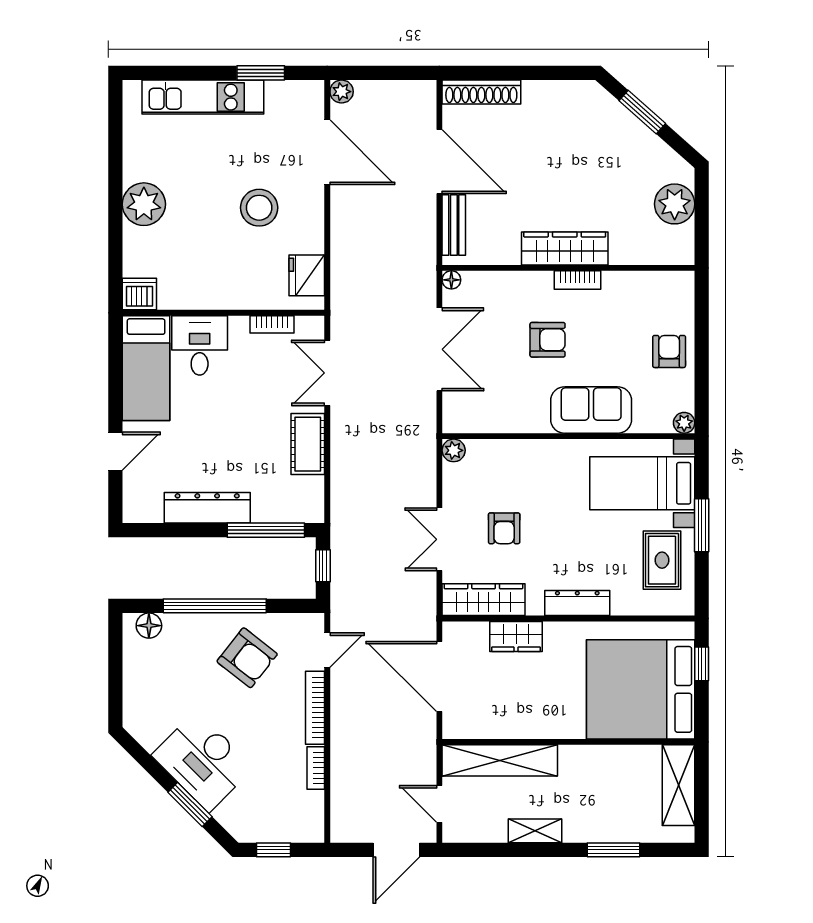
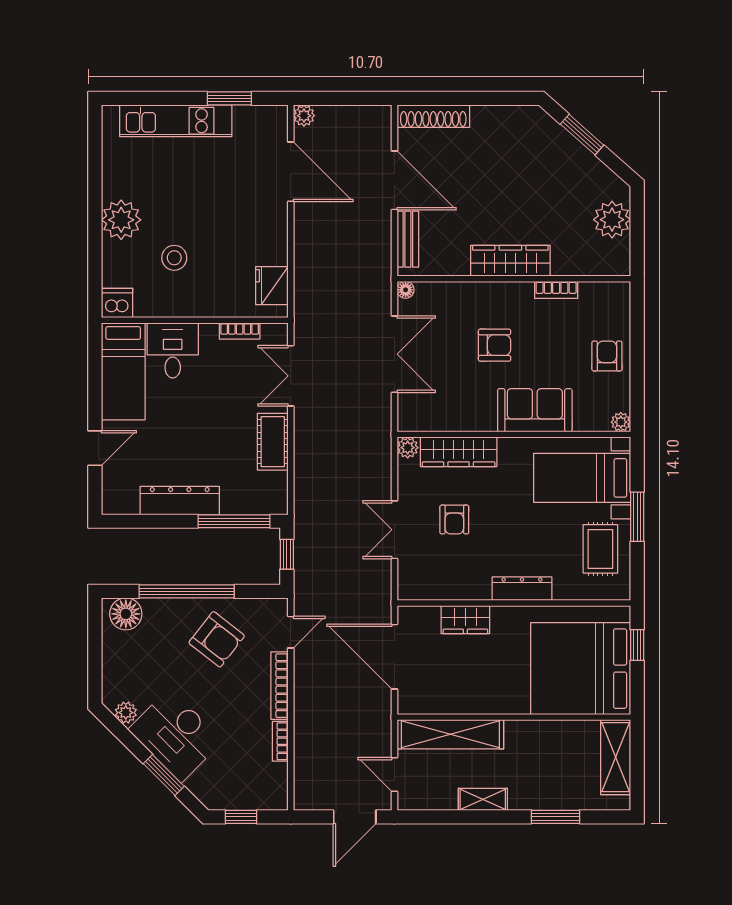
stool: (259, 208) -> (174, 258), moved, width x0.73, depth x0.73
bookcase: (577, 280) -> (556, 290), moved
wardrobe: (484, 600) -> (459, 452), moved, turned 180
floor lamp: (149, 626) -> (126, 614), width x1.38, depth x1.38
plant: (149, 737) -> (126, 713), added

